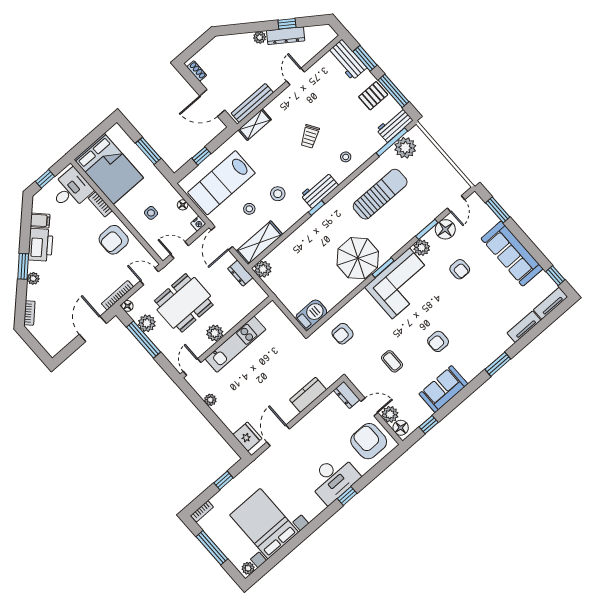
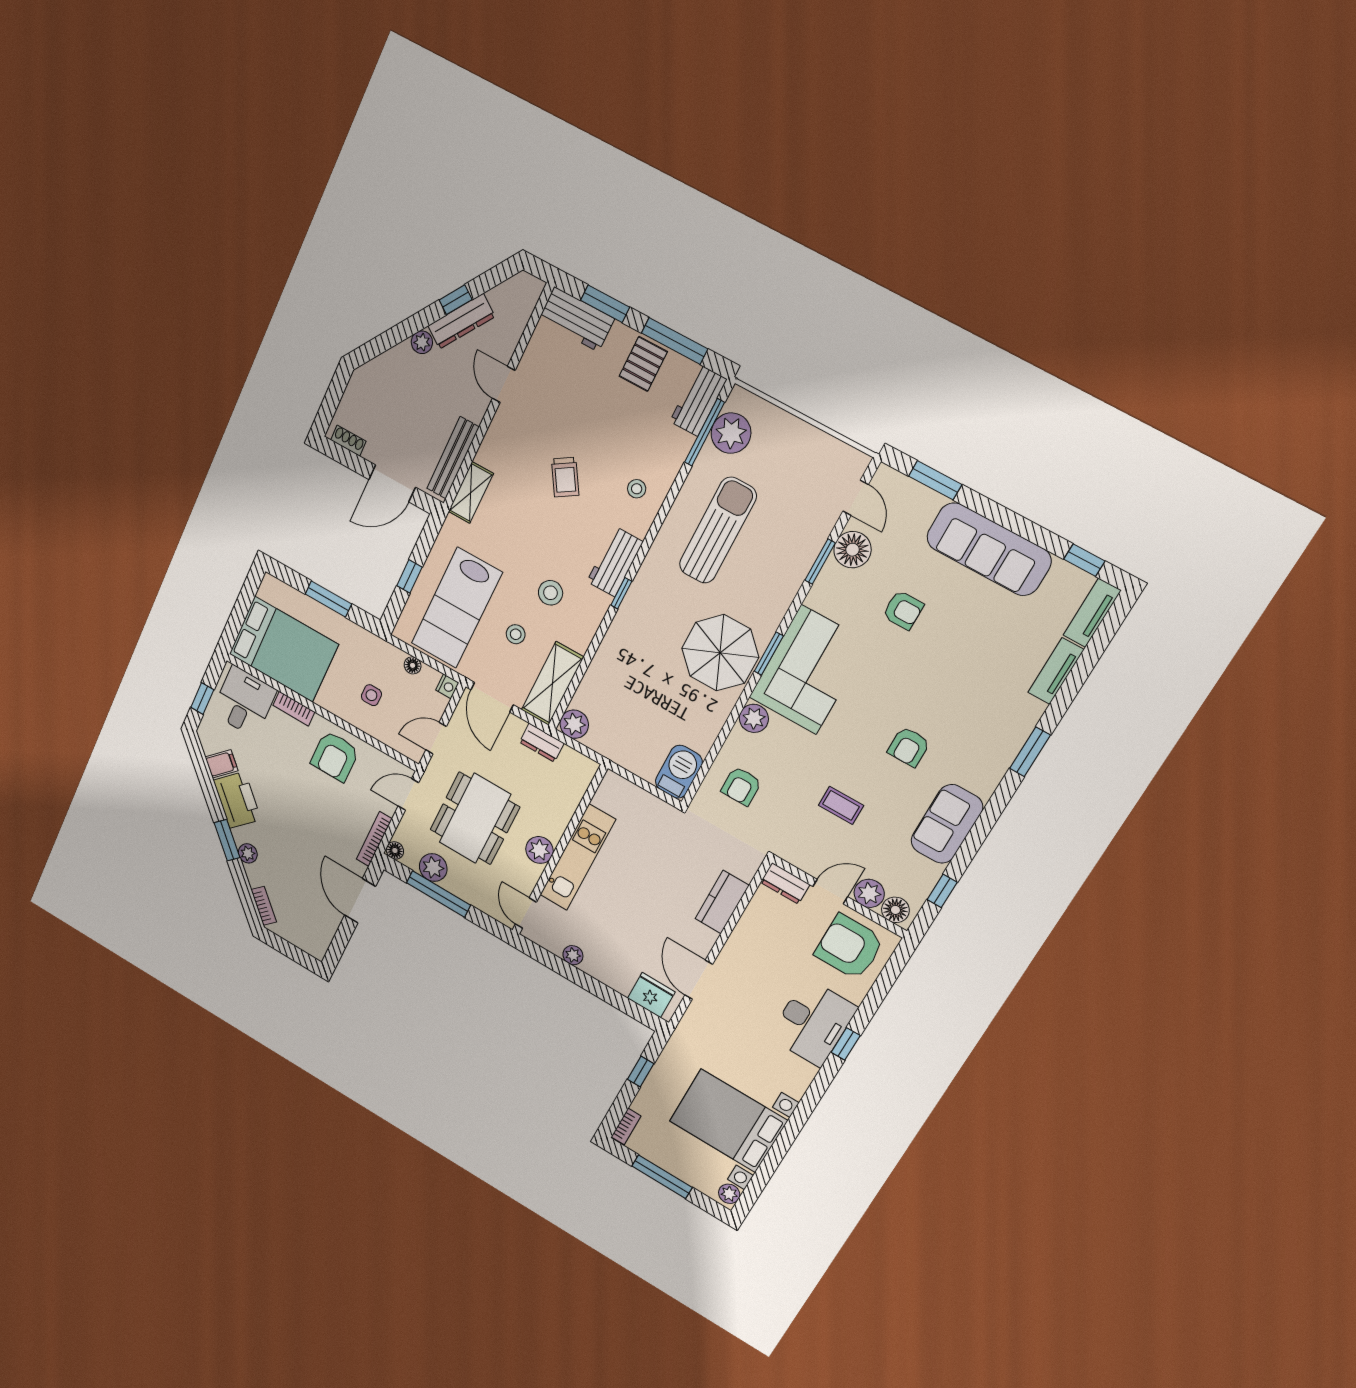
plant: (422, 248) -> (754, 718), moved

